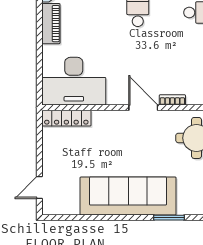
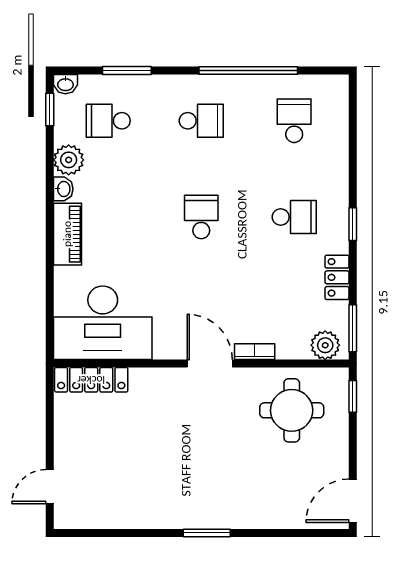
sofa: (128, 196) -> (186, 500), removed
window: (169, 218) -> (207, 533), moved

